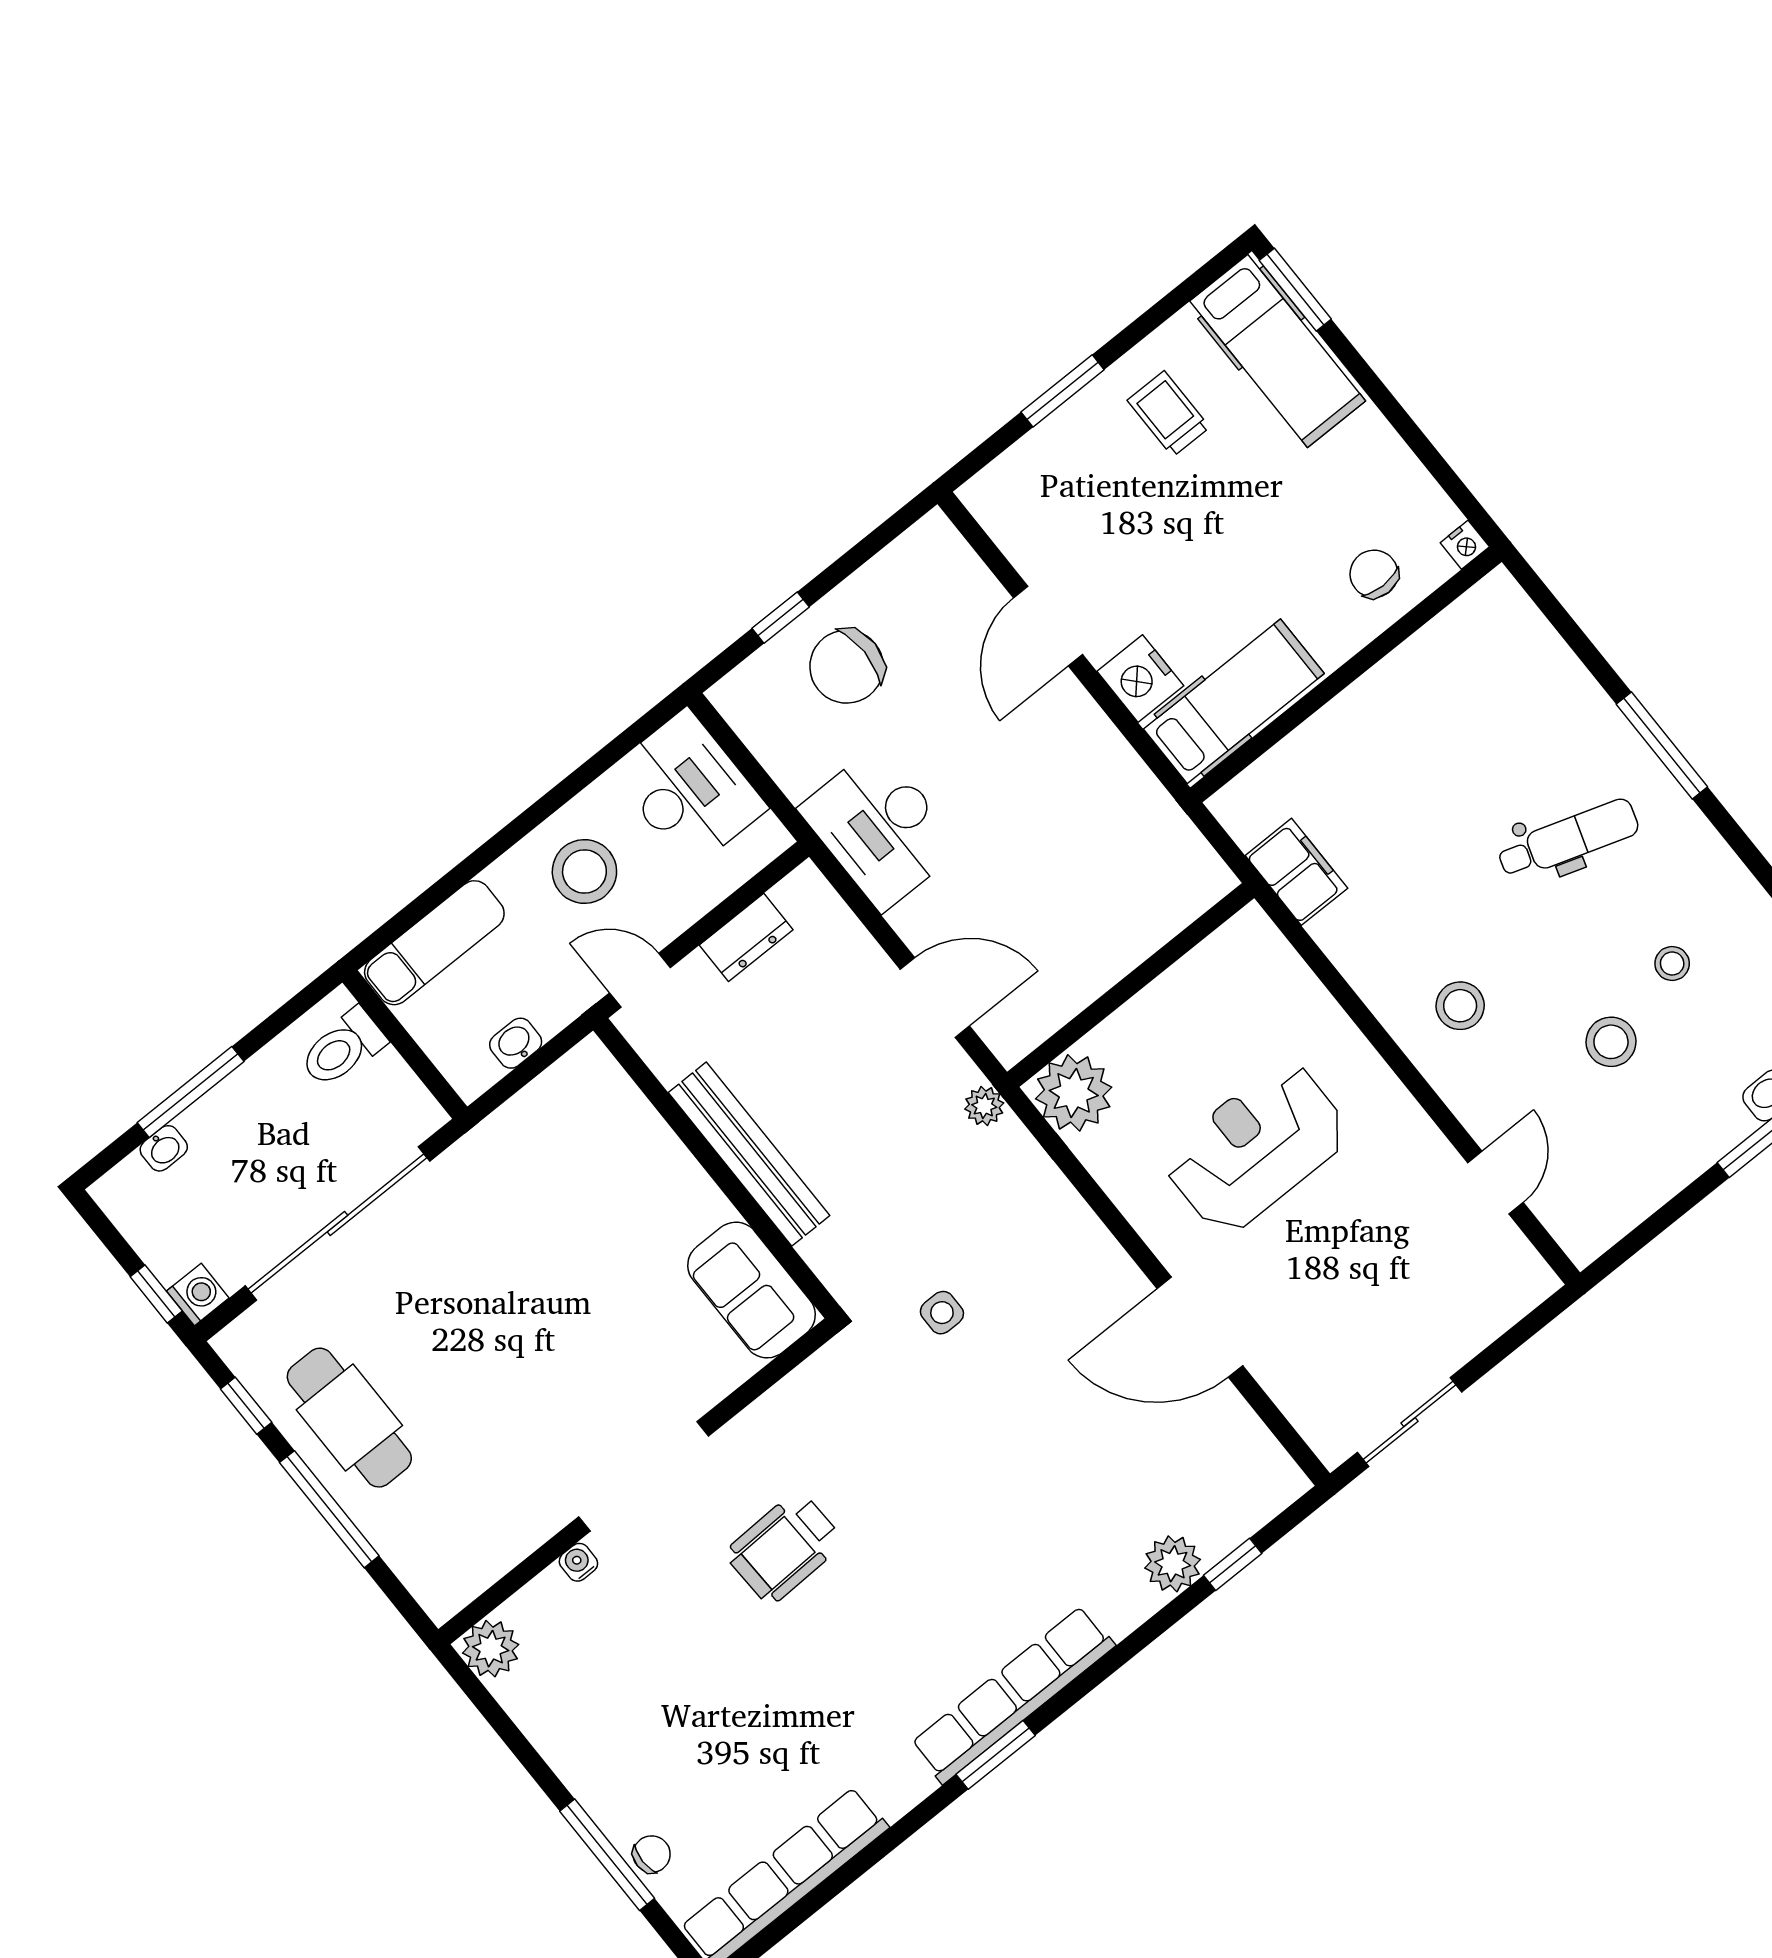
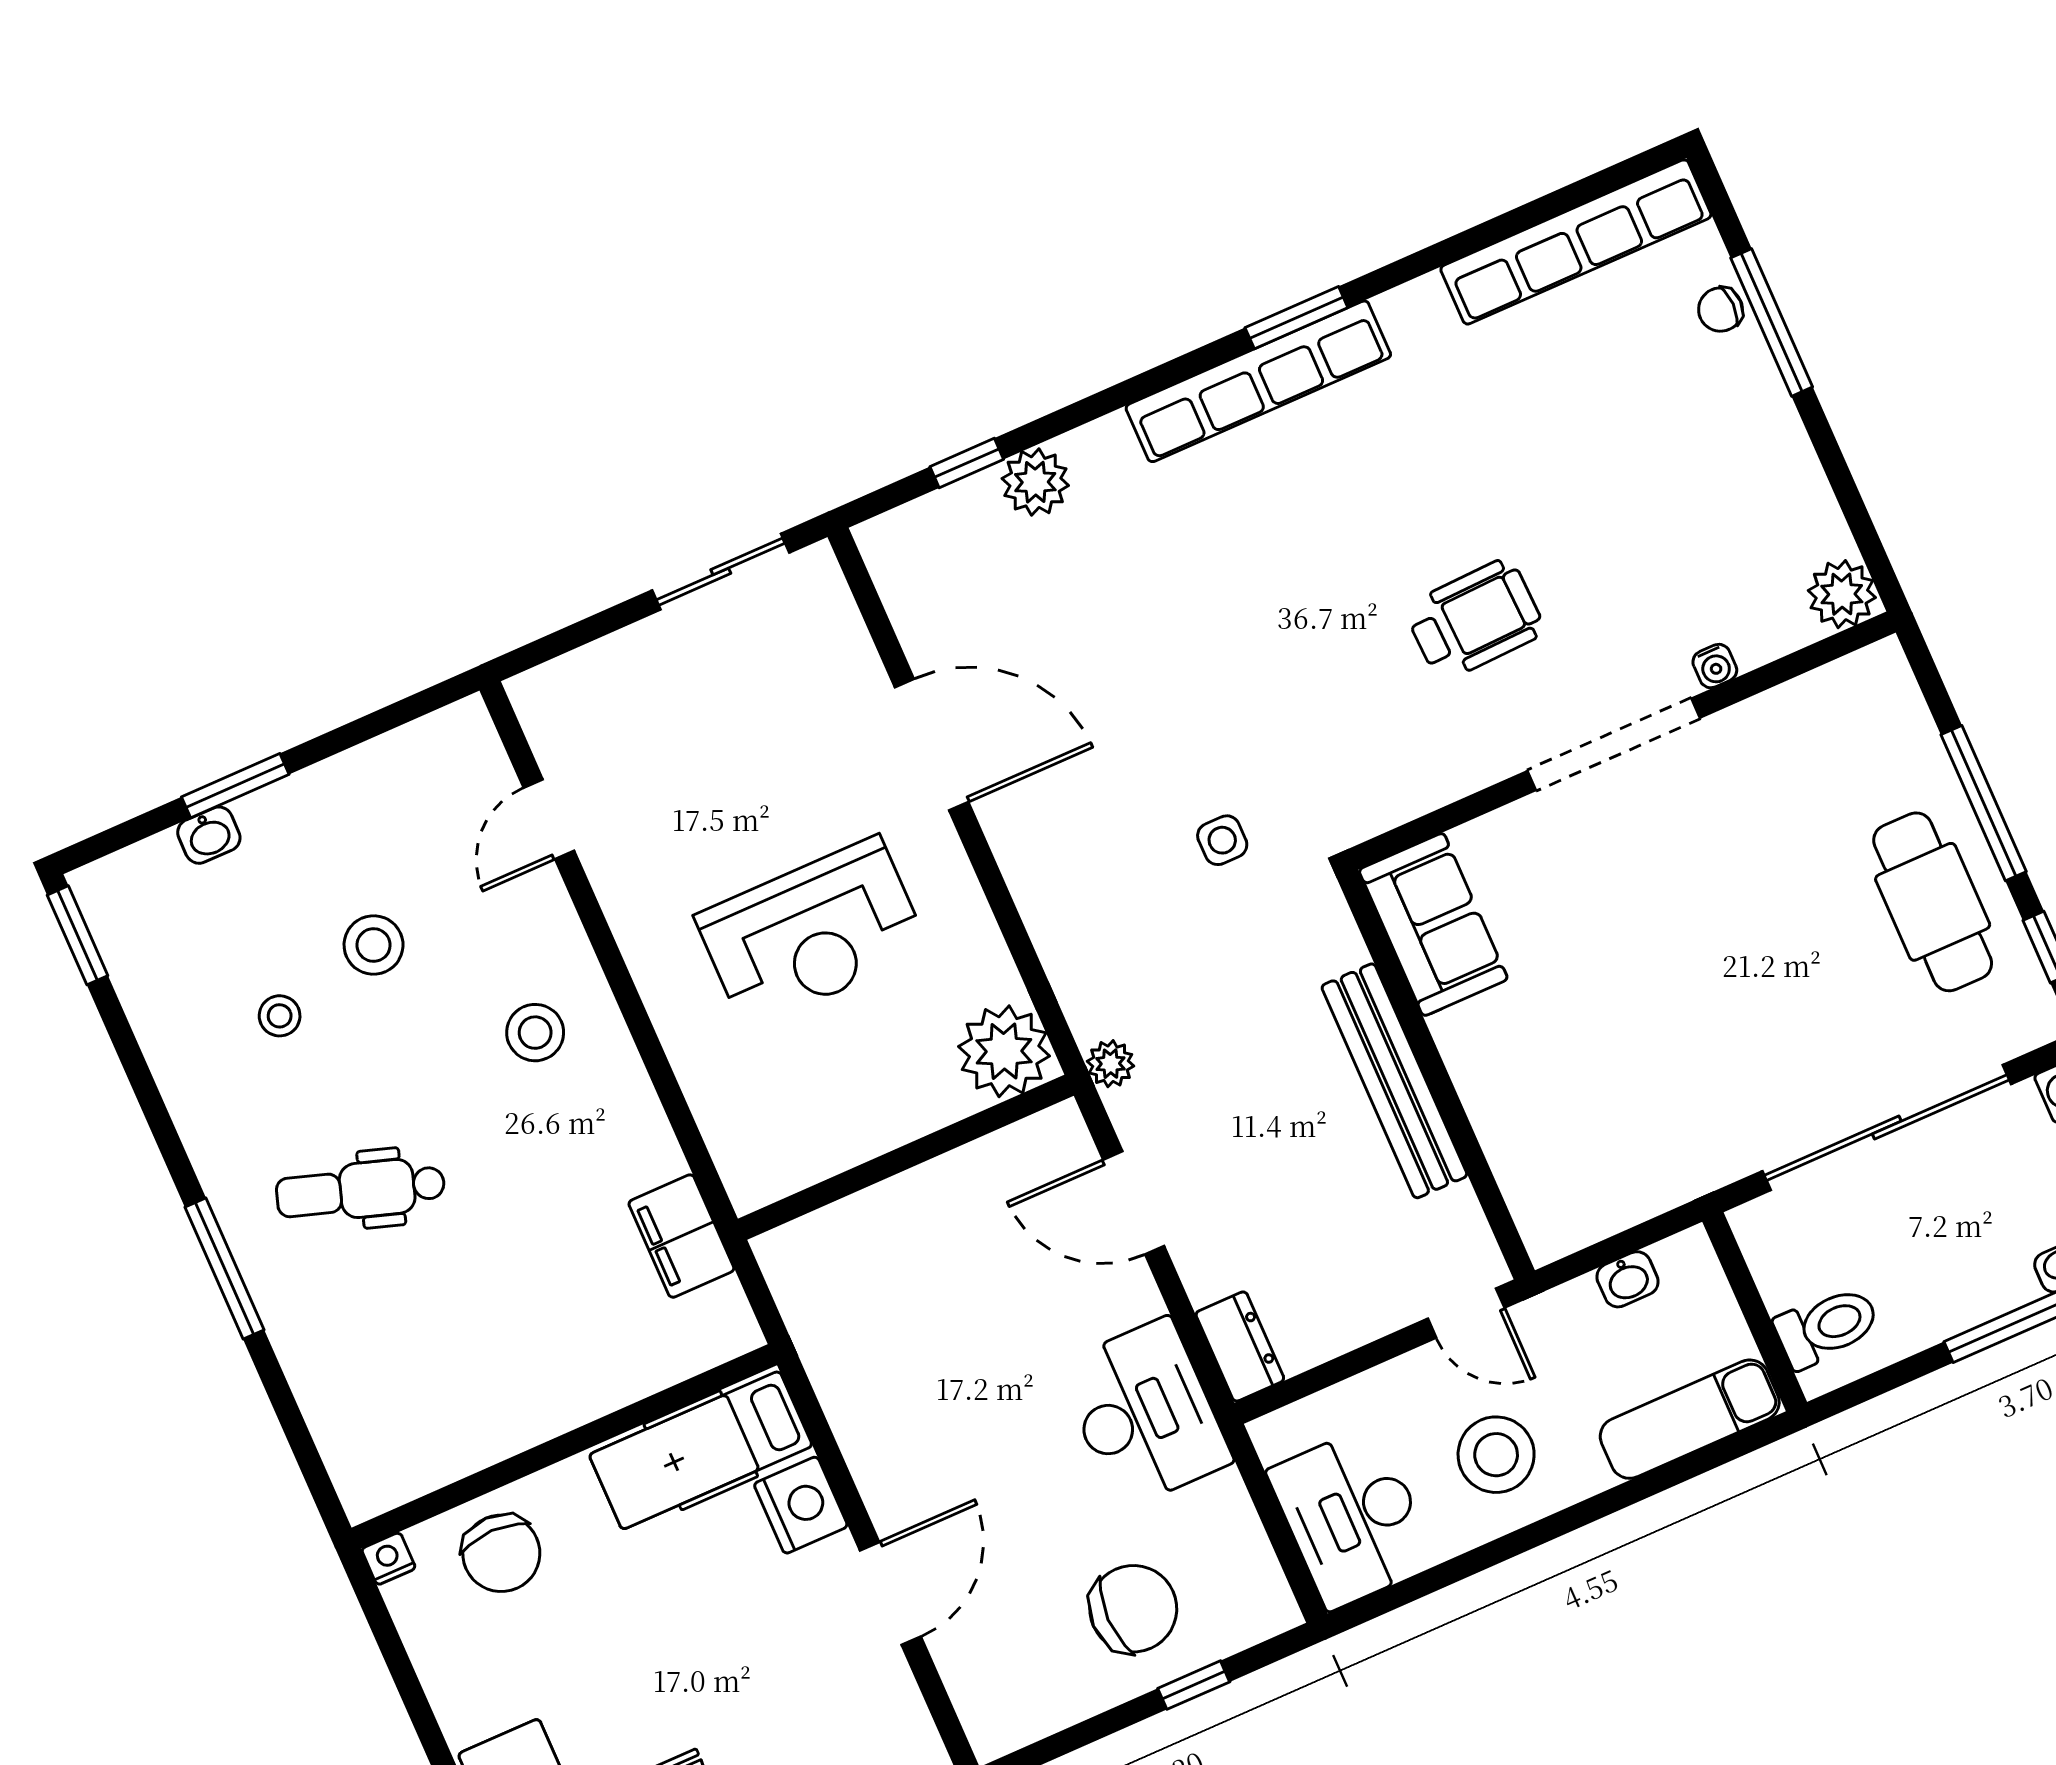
chair: (1374, 574) -> (501, 1553), width x1.37, depth x1.37
dresser: (746, 937) -> (1240, 1346), moved, turned 90

